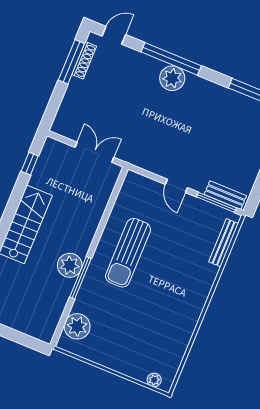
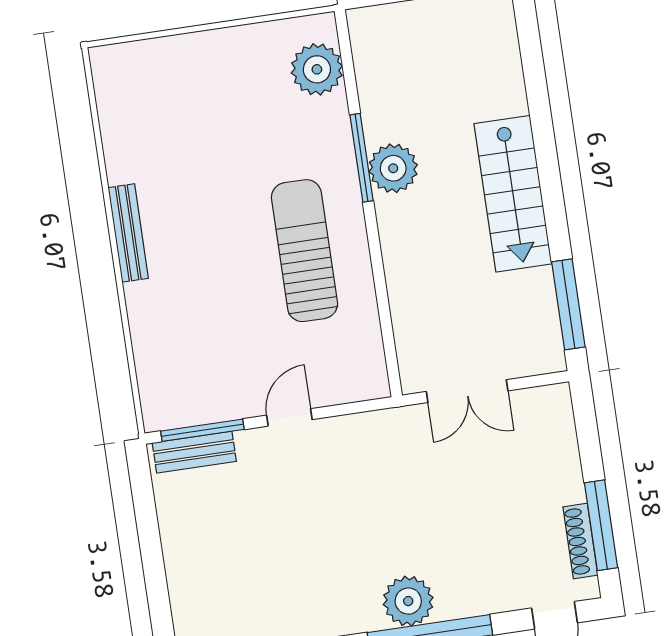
window: (30, 164) -> (568, 304), width x2.17
door: (176, 186) -> (289, 417), hinge flipped
bench: (224, 243) -> (128, 233), moved
plant: (154, 380) -> (127, 56), removed

